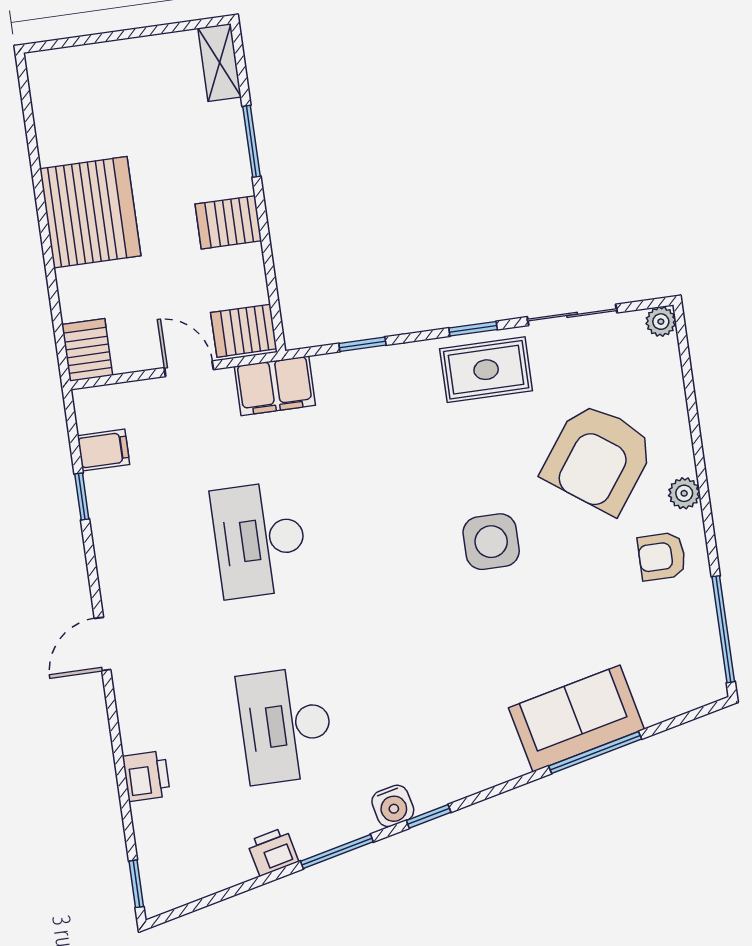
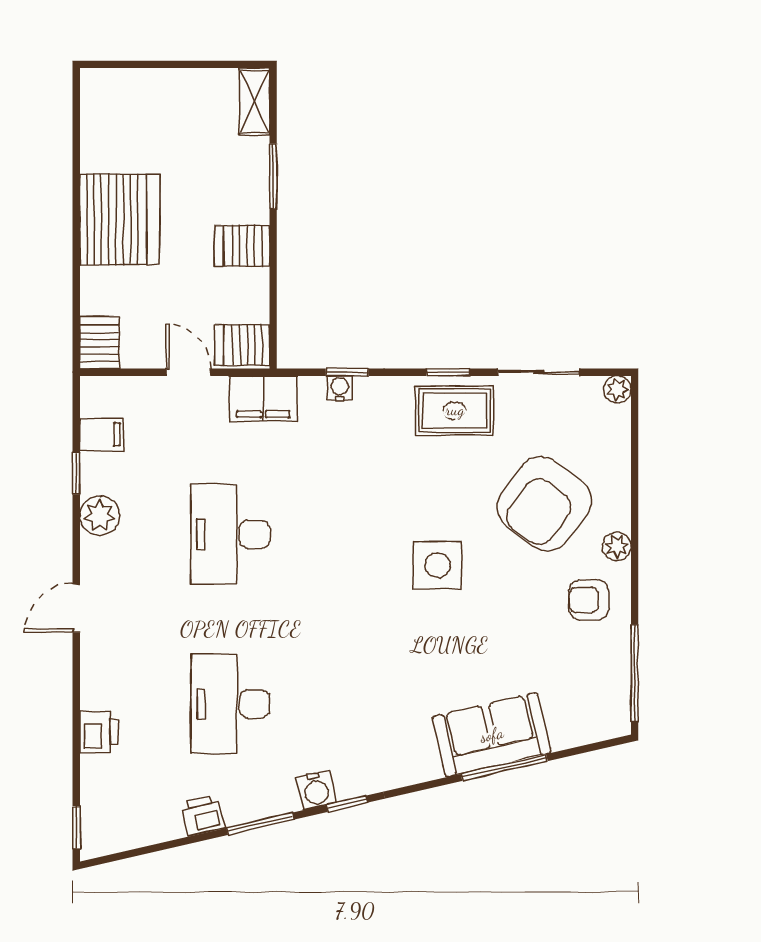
water cooler: (357, 363) -> (340, 388), added
plant: (114, 539) -> (100, 516), added

